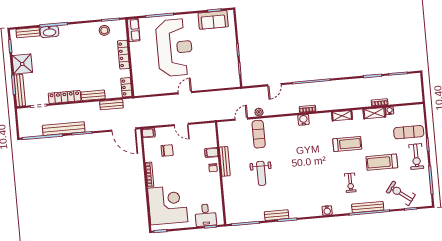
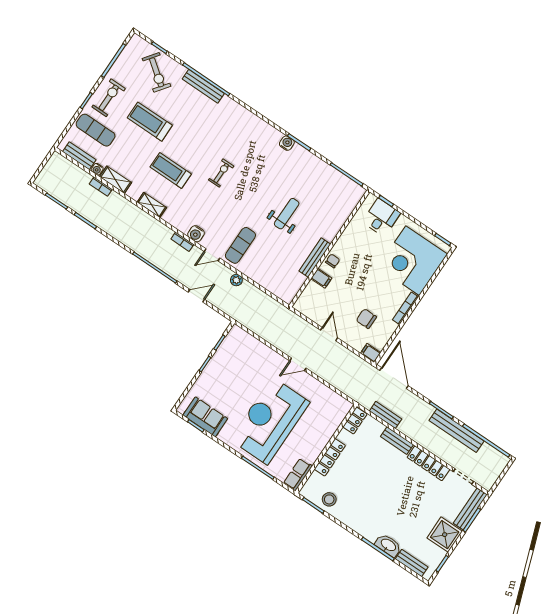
door: (241, 119) -> (212, 255), moved
exercise mat: (259, 134) -> (240, 245), moved
treadmill: (382, 162) -> (150, 122), turned 180
exercise bike: (350, 183) -> (221, 173), moved
water cooler: (327, 210) -> (287, 143), moved
bench: (277, 215) -> (79, 156), moved

